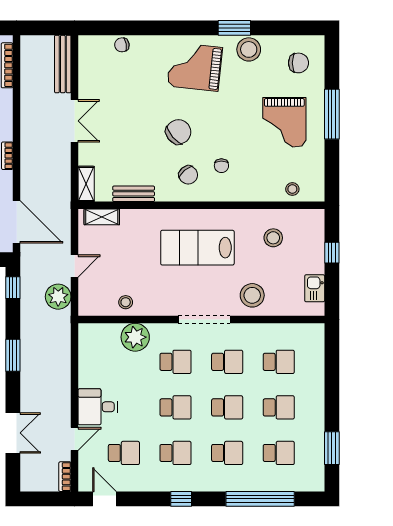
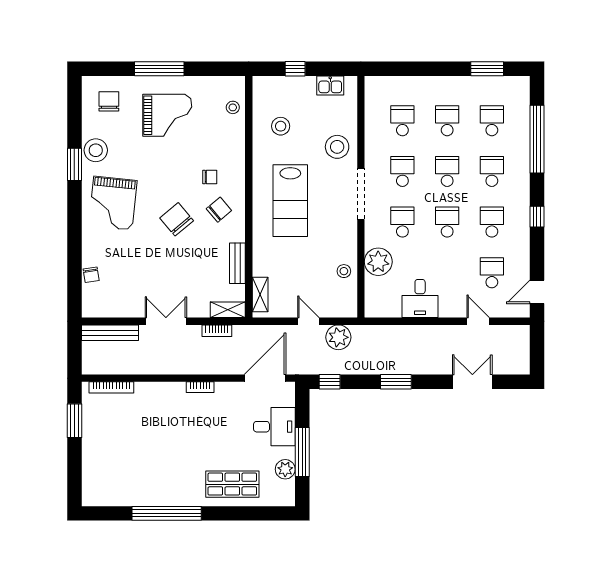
desk: (98, 407) -> (420, 299), moved
bookcase: (65, 477) -> (217, 331), moved

